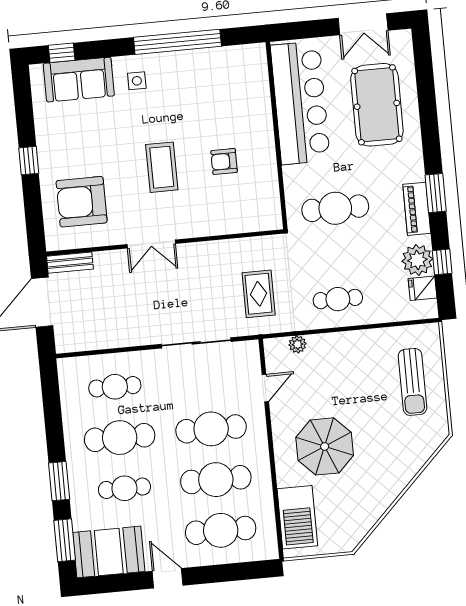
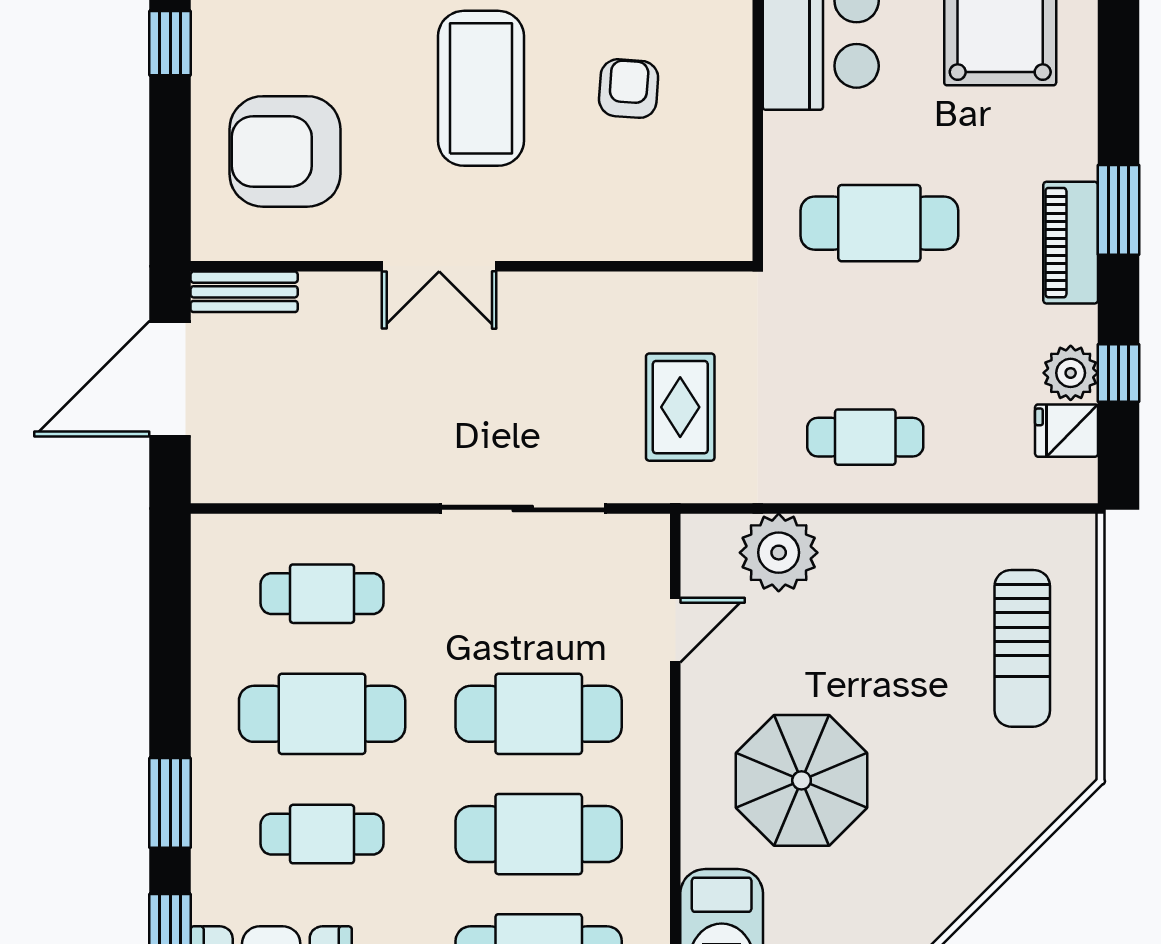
armchair: (224, 161) -> (629, 89), turned 94
coffee table: (162, 167) -> (481, 88), width x1.36, depth x1.32
plant: (417, 260) -> (1071, 373), width x0.73, depth x0.73
plant: (297, 344) -> (779, 553), width x1.88, depth x1.88

